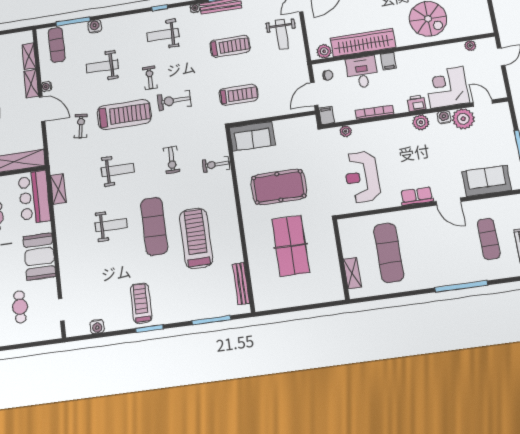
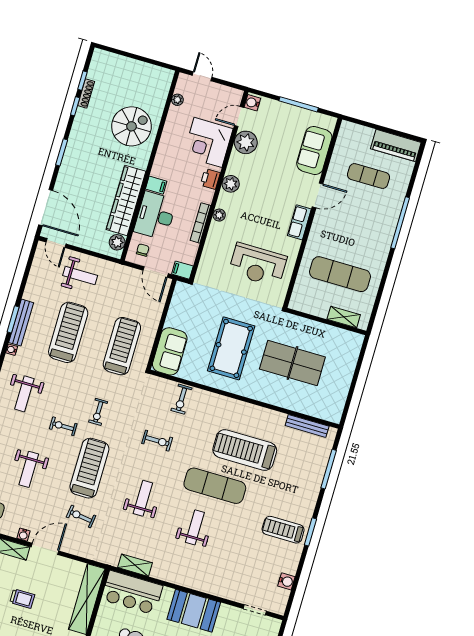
treadmill: (230, 46) -> (68, 332), width x1.37, depth x1.38
desk: (362, 72) -> (155, 216), width x1.37
treadmill: (238, 95) -> (122, 346), width x1.37, depth x1.38
exercise bike: (174, 100) -> (98, 412), width x0.73, depth x0.72
water cooler: (444, 117) -> (252, 103), moved
plant: (346, 131) -> (219, 215), moved

